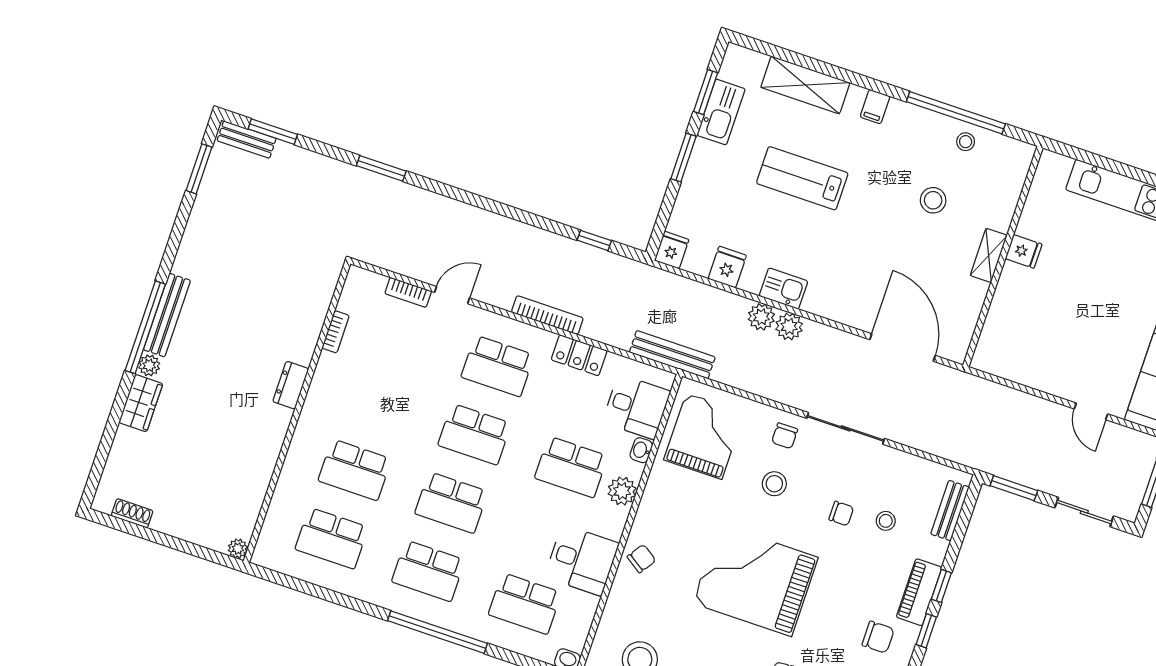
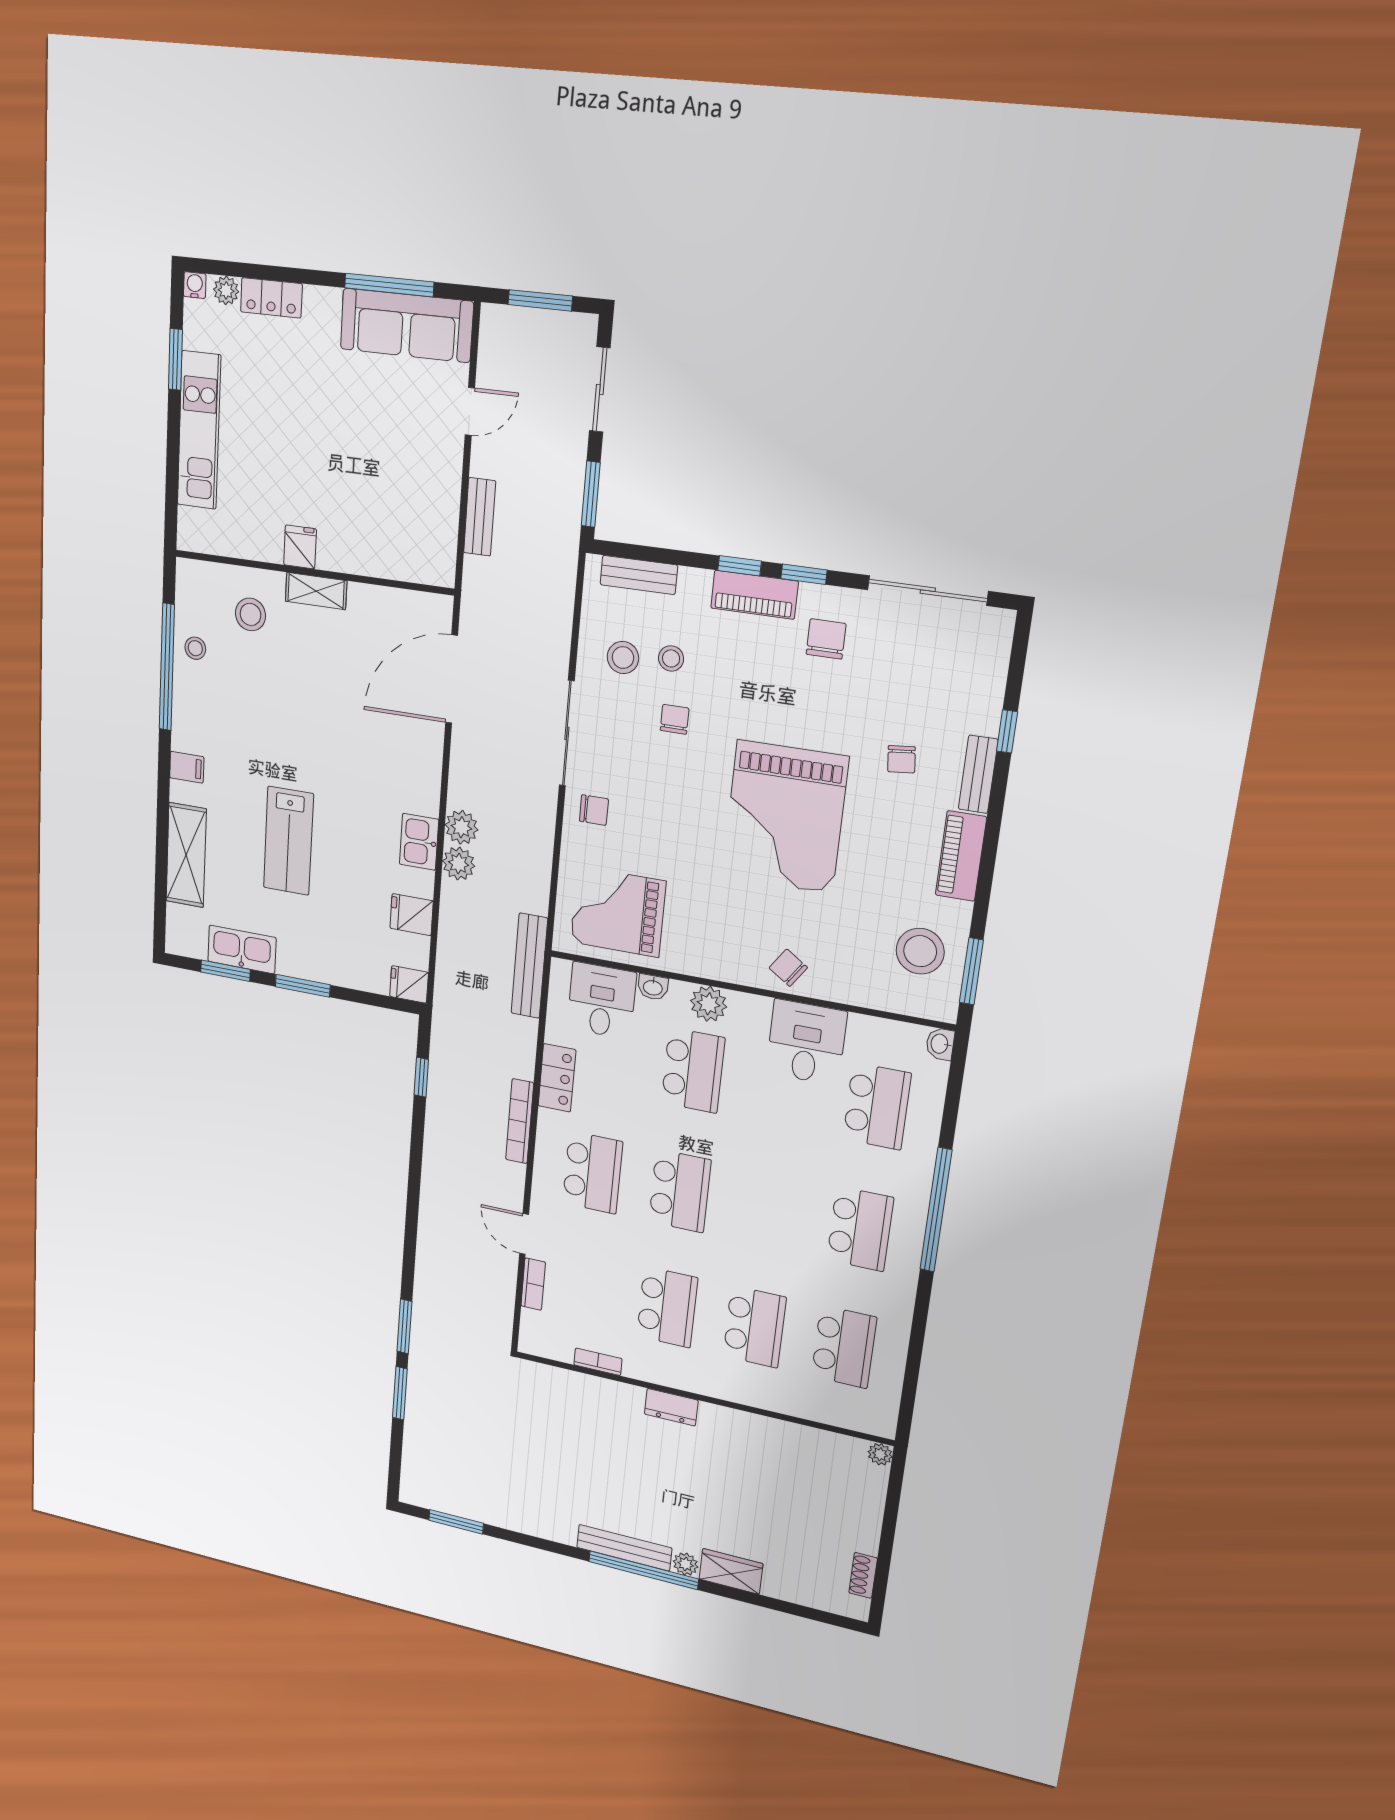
window: (273, 132) -> (400, 1393), moved
bench: (247, 140) -> (480, 517), moved
stool: (933, 200) -> (250, 614), moved
stool: (774, 484) -> (623, 658), moved
school desk: (451, 503) -> (667, 1307), moved

